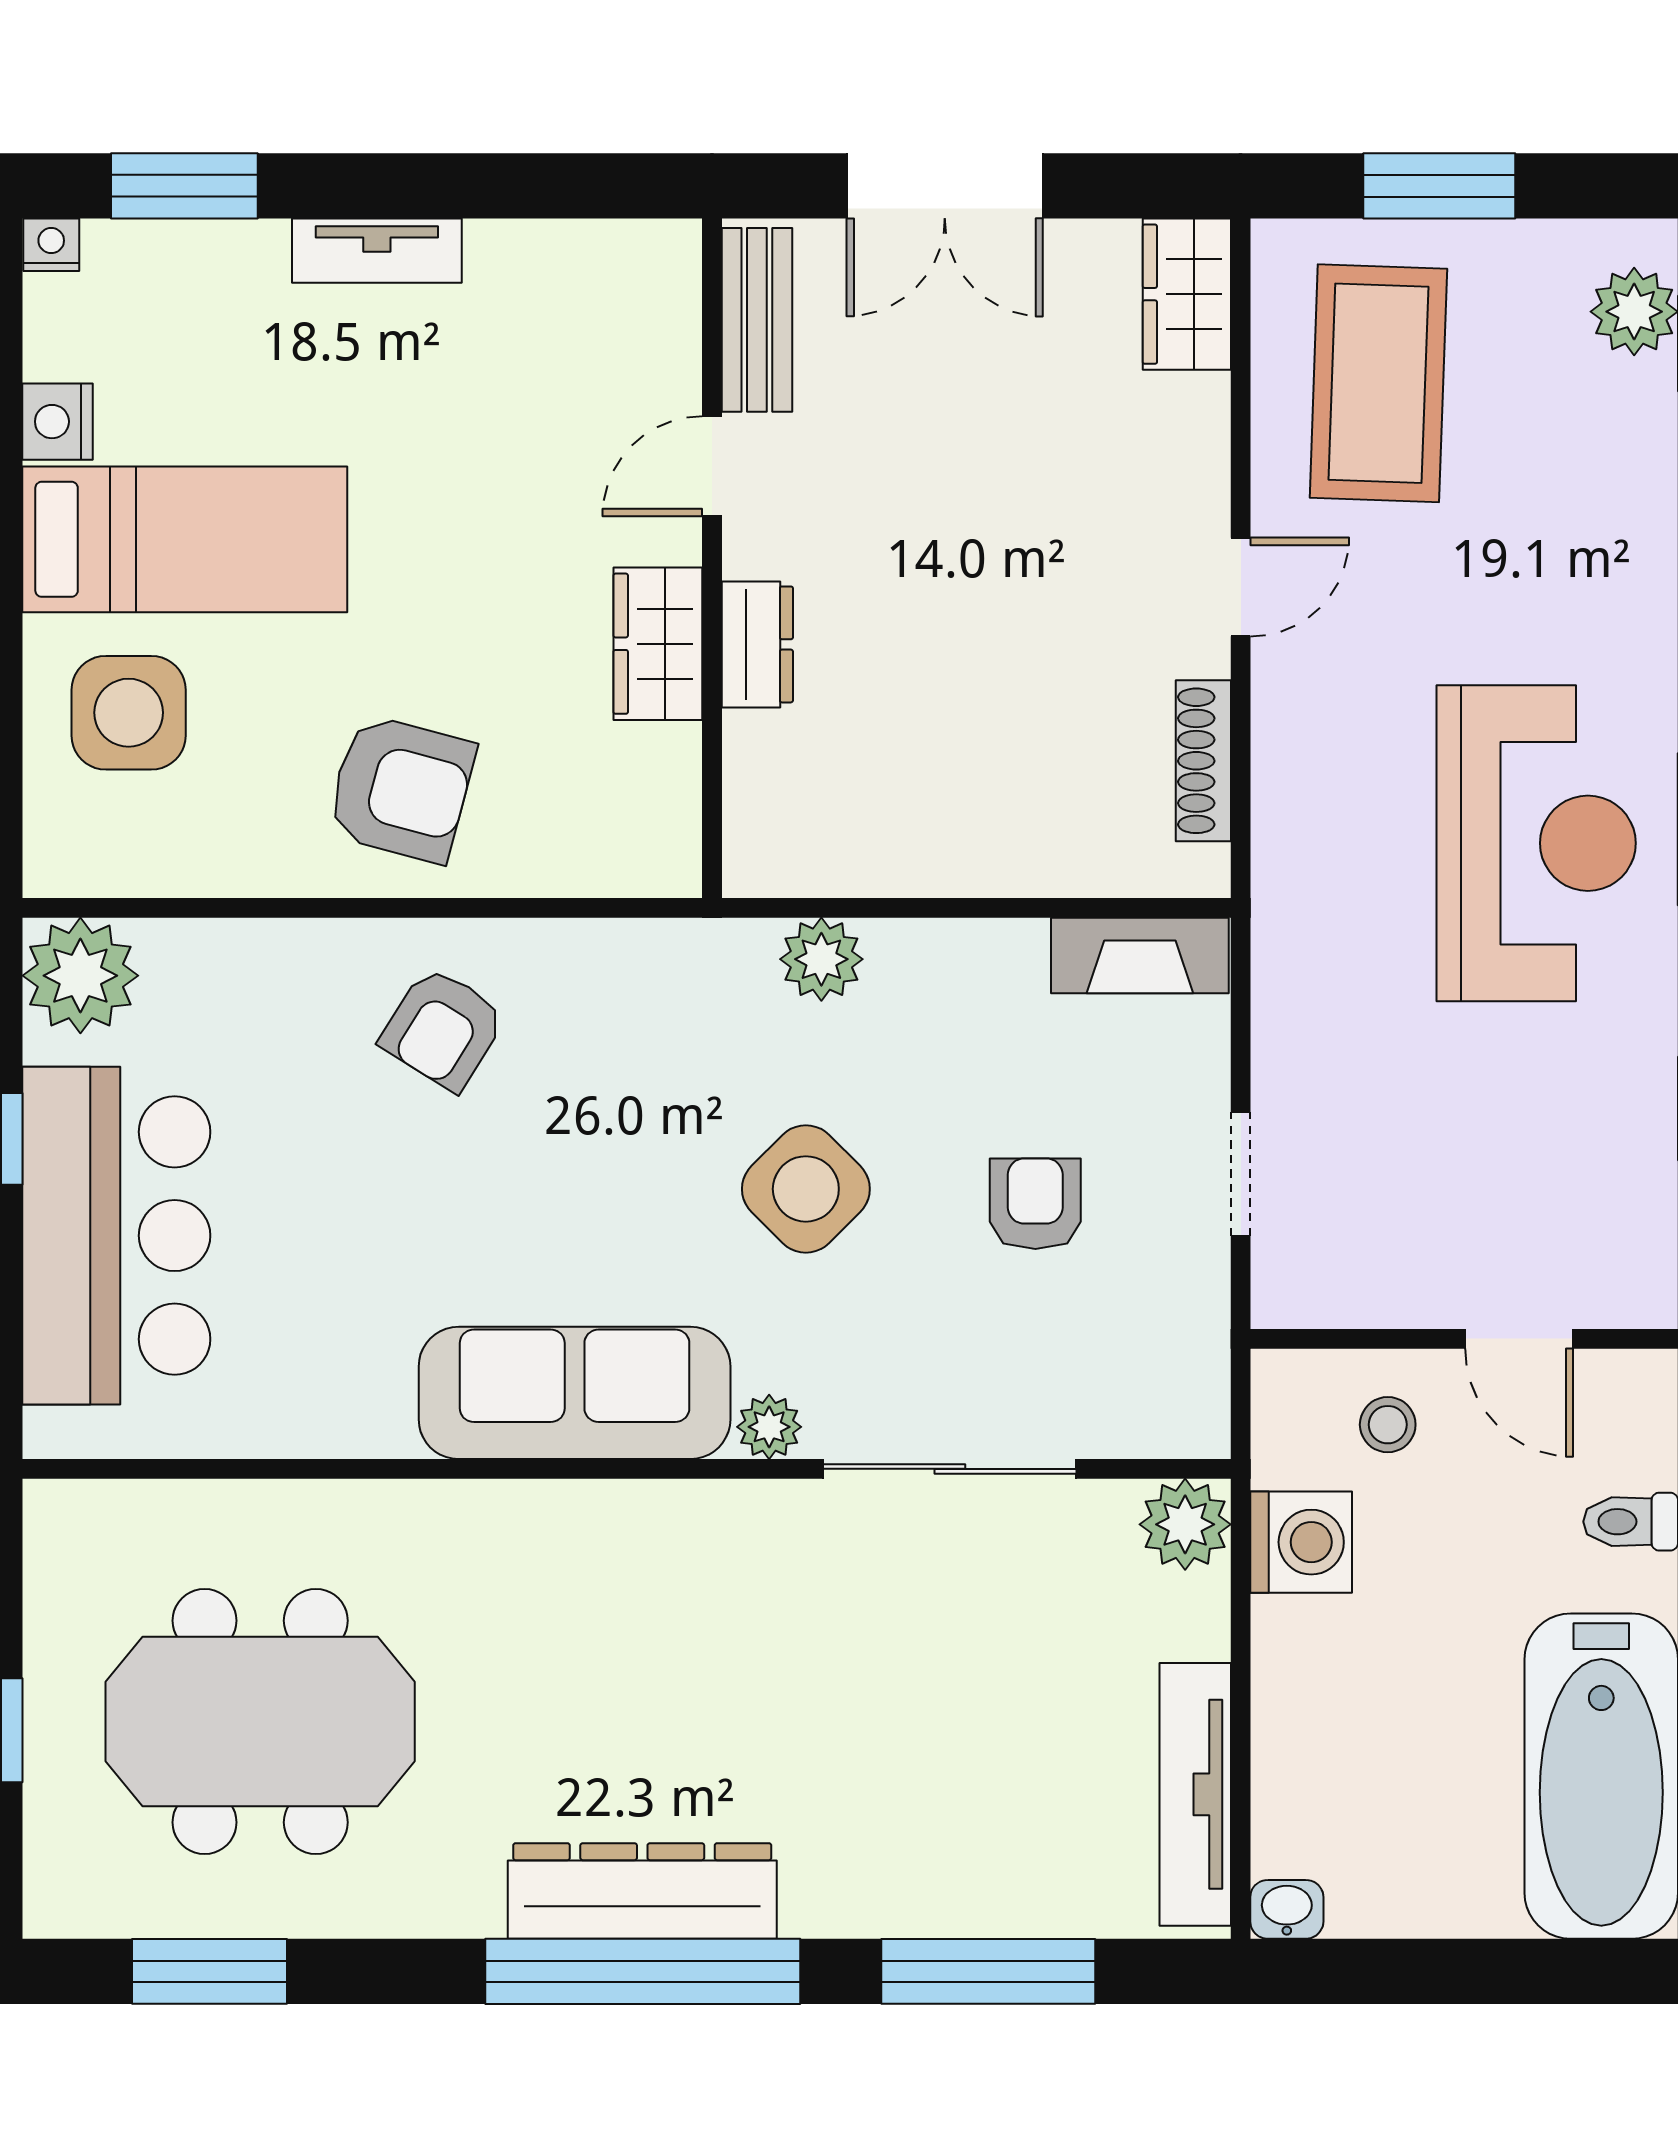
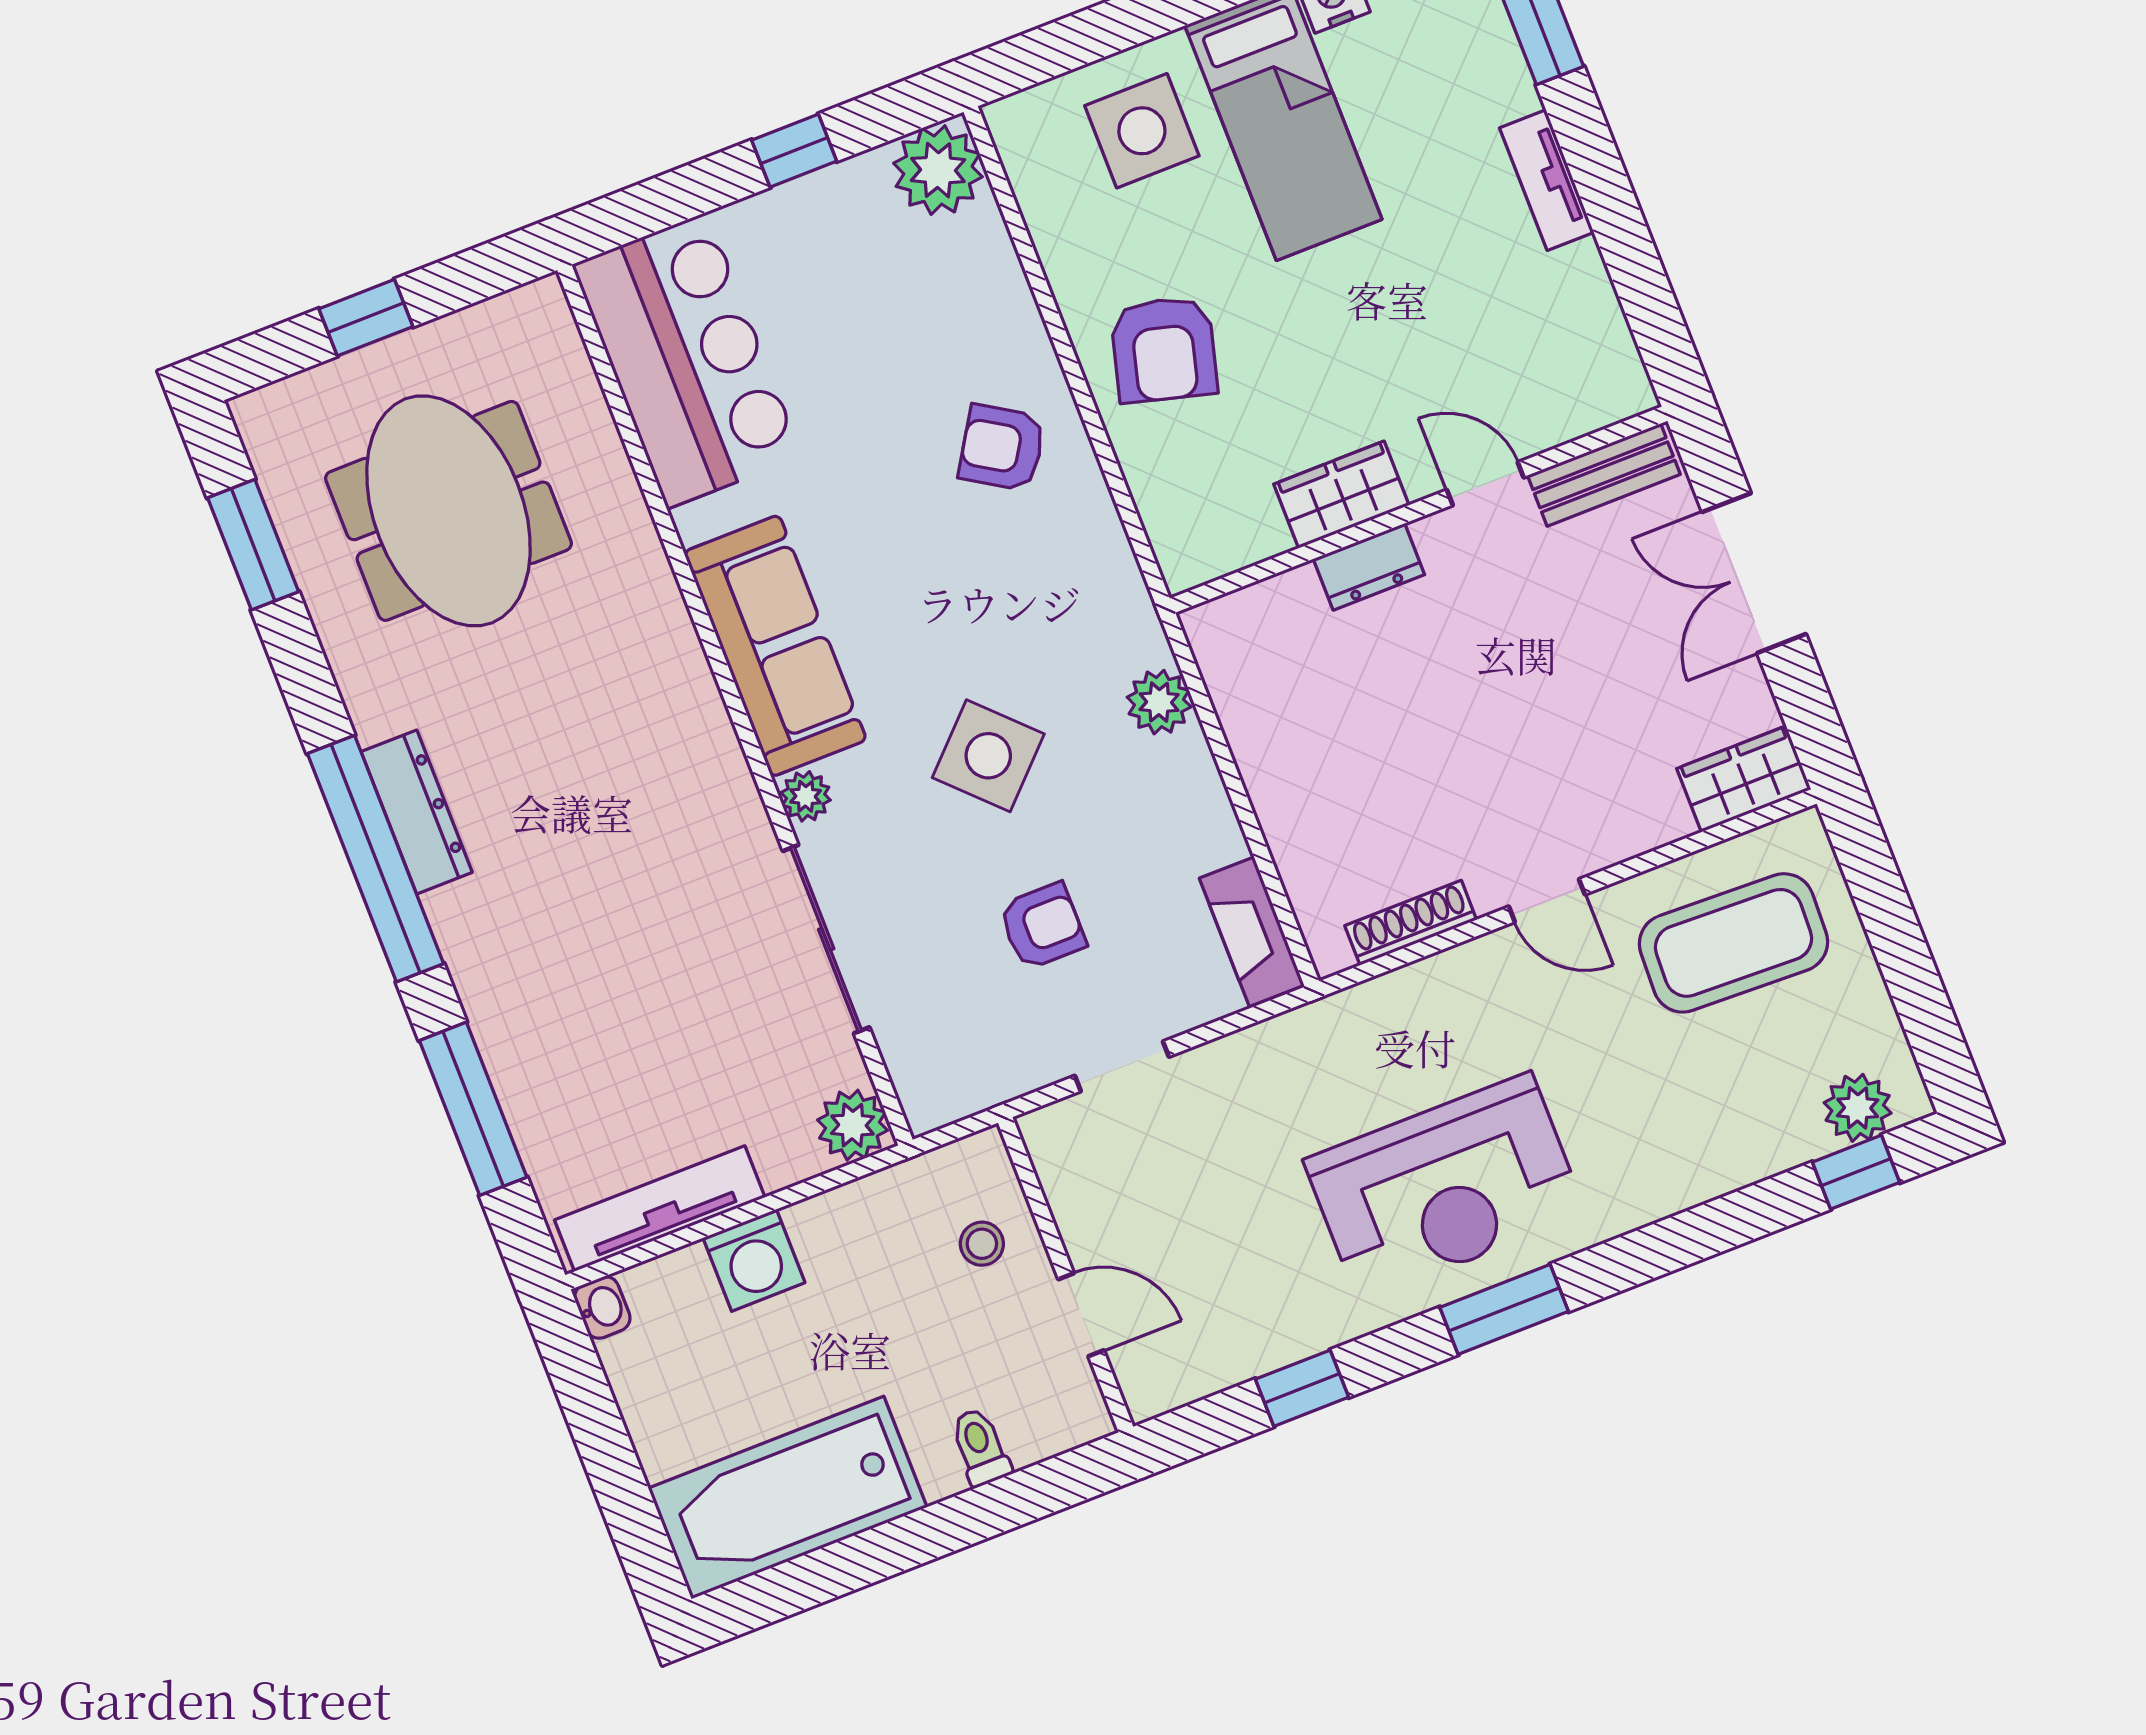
window: (1439, 186) -> (1894, 931), removed
bar counter: (116, 1236) -> (687, 361), moved, turned -90
door: (1519, 1339) -> (1081, 1315), swing flipped
washing machine: (1301, 1542) -> (754, 1260), moved
dresser: (642, 1891) -> (417, 812), width x0.73, depth x0.80

